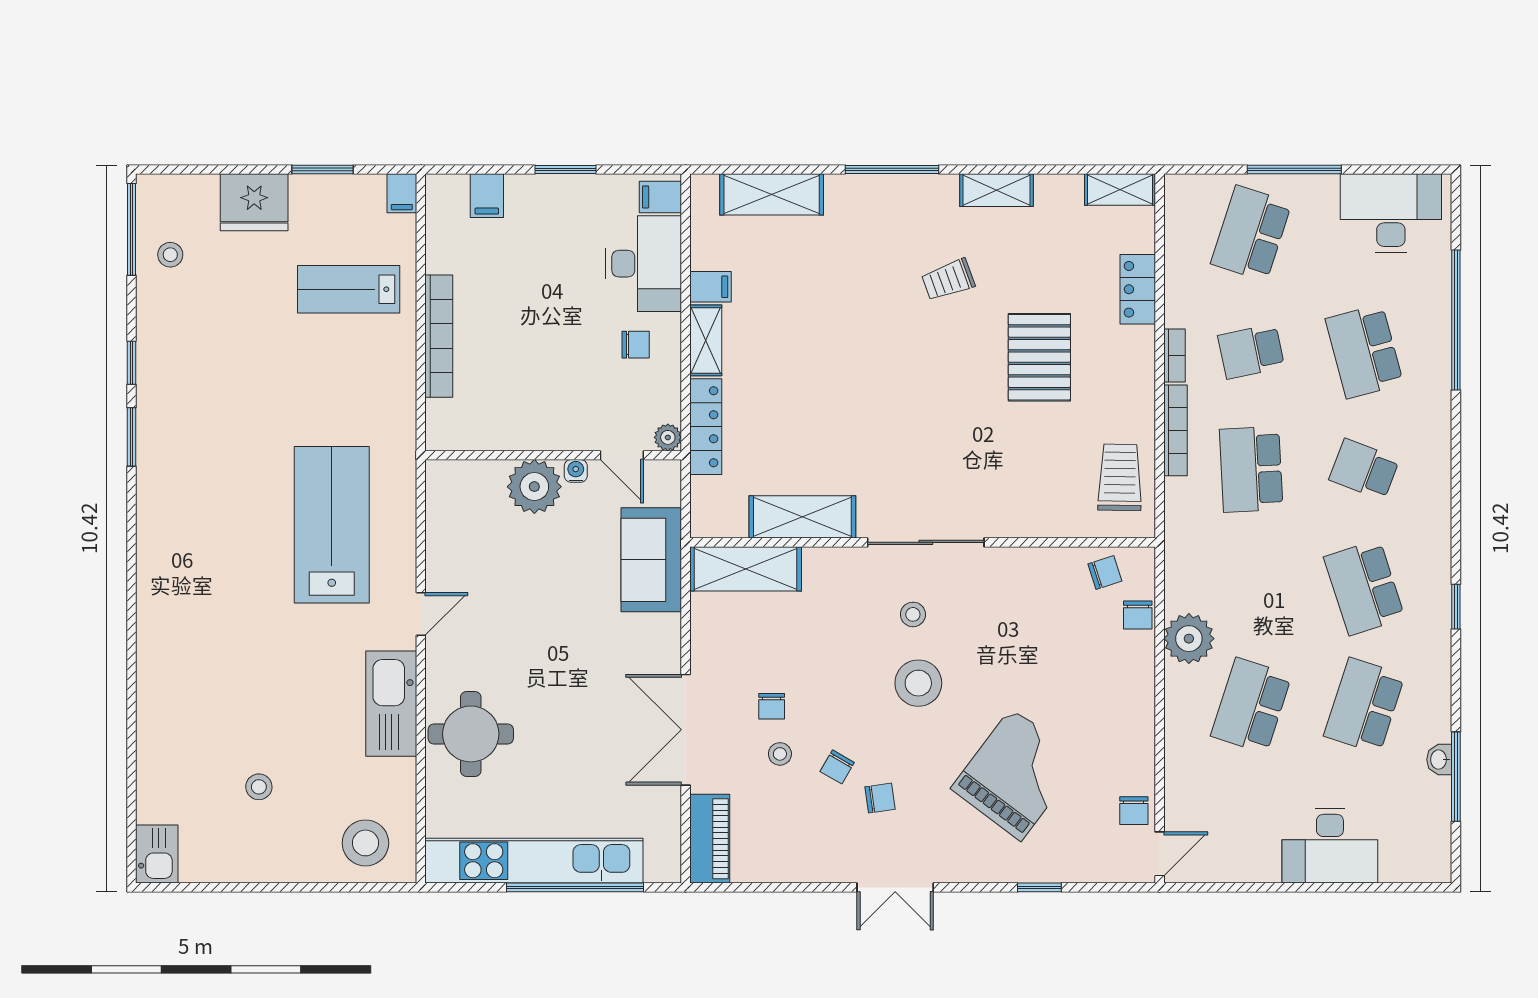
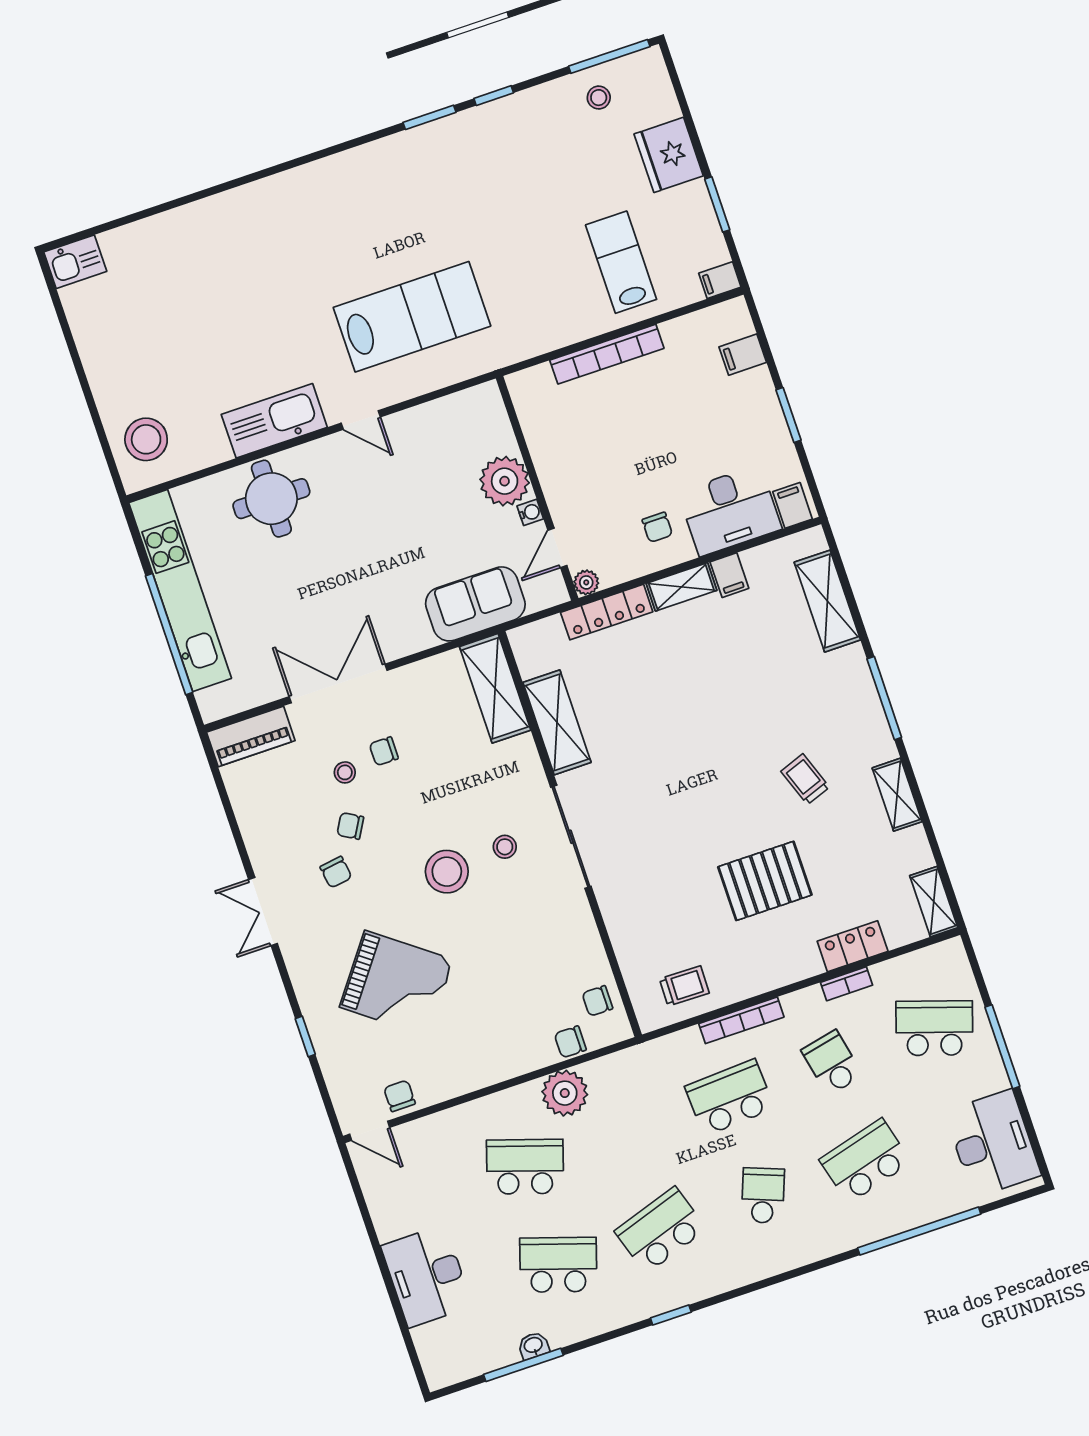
bookcase: (1174, 356) -> (846, 984), moved
trolley: (1120, 477) -> (684, 986), width x0.73, depth x0.72
chair: (1105, 572) -> (597, 1001), turned 108
stool: (259, 787) -> (163, 330), removed
chair: (1134, 811) -> (399, 1096), turned 90

